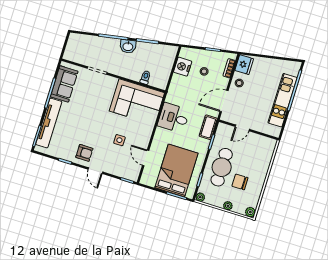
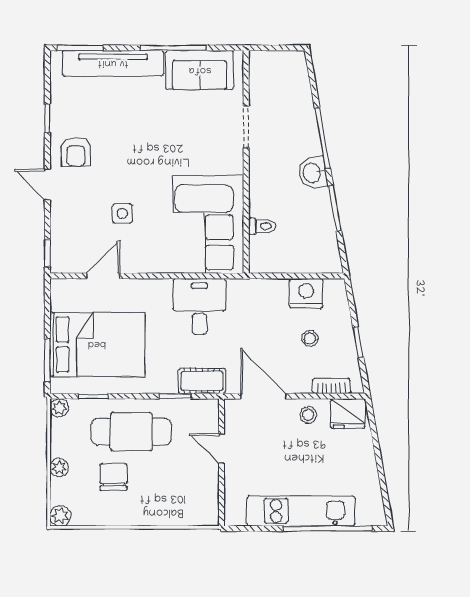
door: (95, 171) -> (47, 184), hinge flipped

